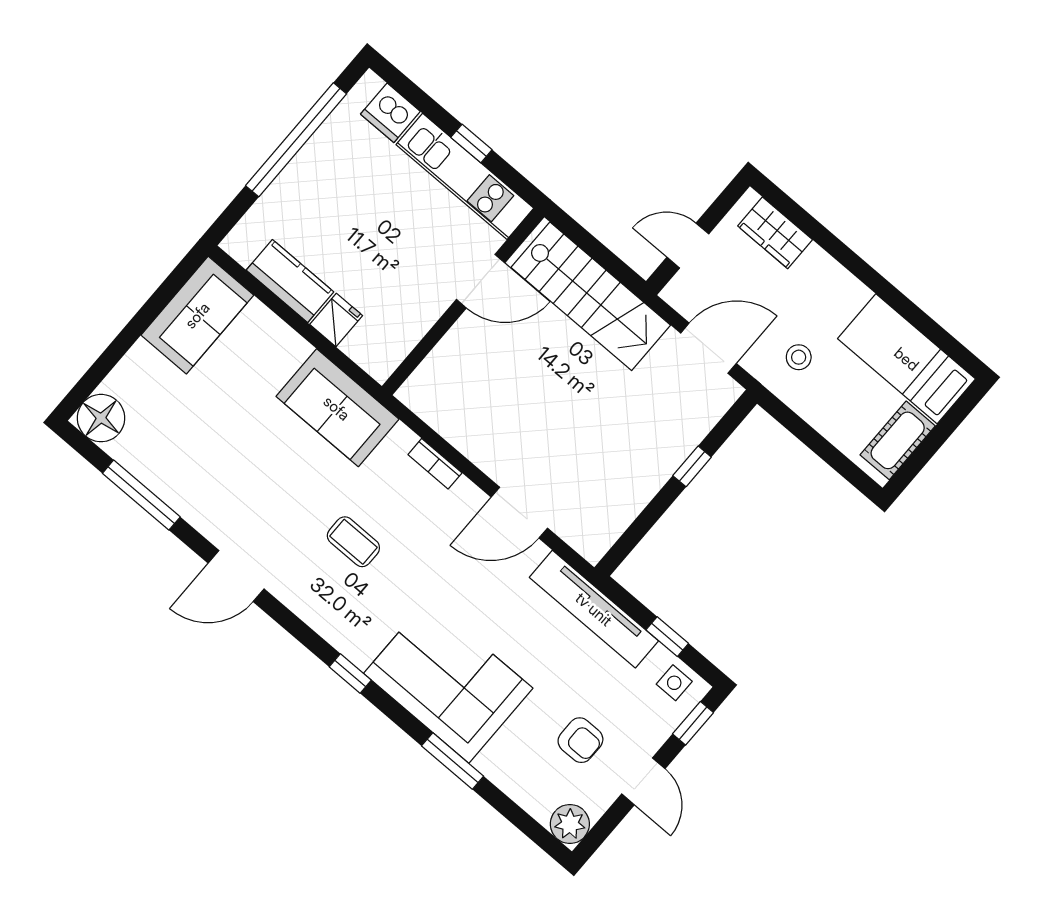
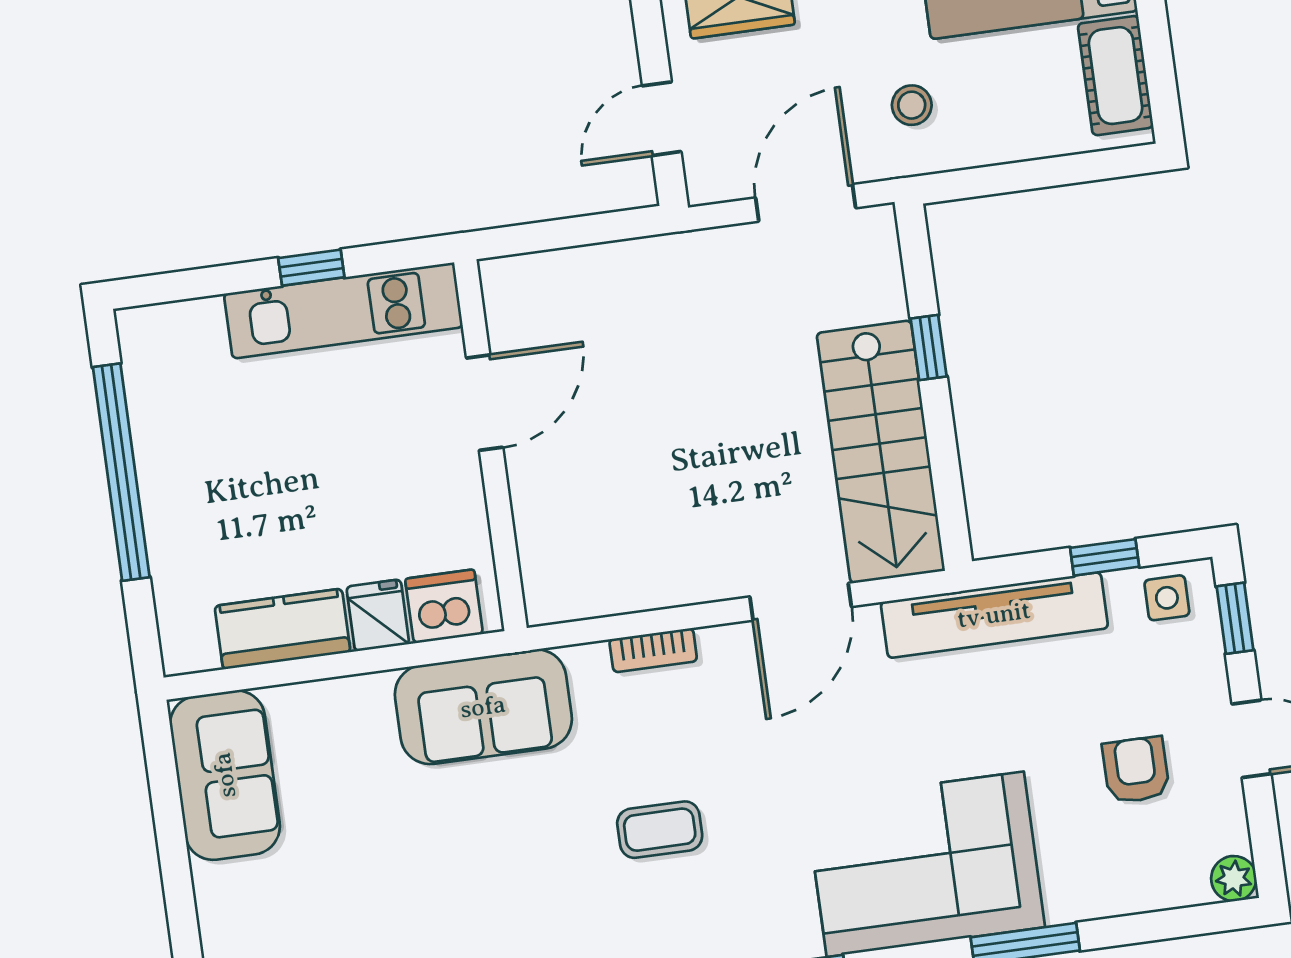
dishwasher: (390, 113) -> (444, 606), moved, turned 180
stairs: (591, 296) -> (881, 452), moved, turned 90
armchair: (580, 740) -> (1136, 770), turned -90
plant: (570, 824) -> (1234, 879), width x0.73, depth x0.73

